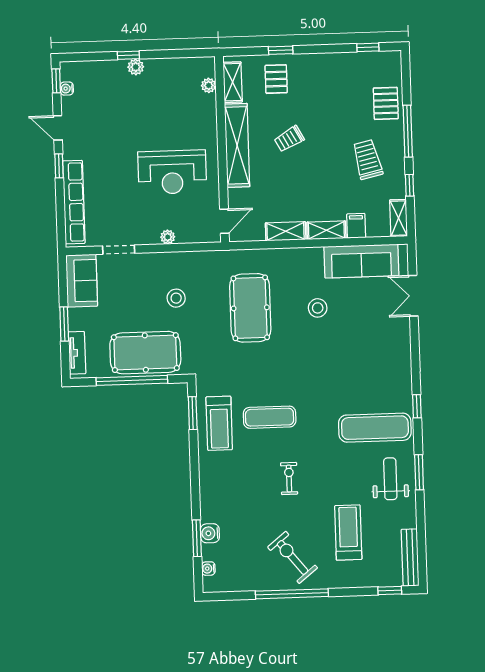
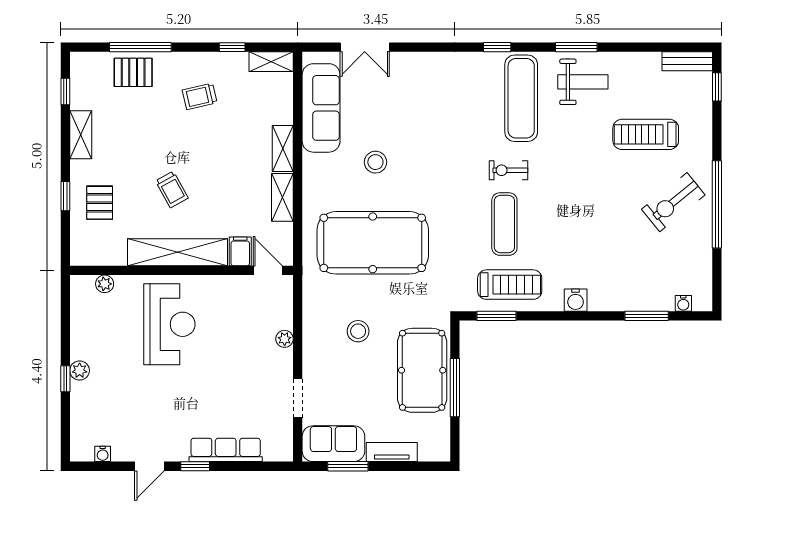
pallet: (276, 79) -> (100, 203), turned 90
window: (56, 81) -> (93, 466), removed
shelving: (233, 82) -> (81, 135), moved, turned 90
window: (408, 131) -> (140, 47), moved
trolley: (368, 159) -> (200, 96), width x0.73, depth x0.72
reception desk: (172, 172) -> (169, 324), moved
row of seats: (74, 202) -> (226, 450), width x0.73
filing cabinet: (356, 226) -> (240, 251), moved, turned 90
pool table: (250, 308) -> (373, 243), width x1.36, depth x1.32
window: (64, 324) -> (348, 466), moved
tv unit: (77, 353) -> (392, 452), moved
window: (132, 380) -> (455, 388), width x0.68
exercise bike: (289, 478) -> (508, 170), moved
weight bench: (390, 479) -> (583, 82), turned 180
water cooler: (210, 533) -> (576, 300), moved
bench: (410, 558) -> (687, 61), width x0.73

